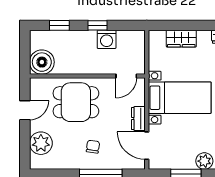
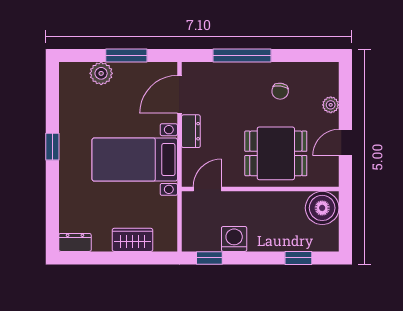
window: (98, 25) -> (209, 258), moved
plant: (41, 143) -> (331, 105), width x0.53, depth x0.53
door: (147, 146) -> (179, 94), swing flipped
chair: (93, 147) -> (280, 91), moved

